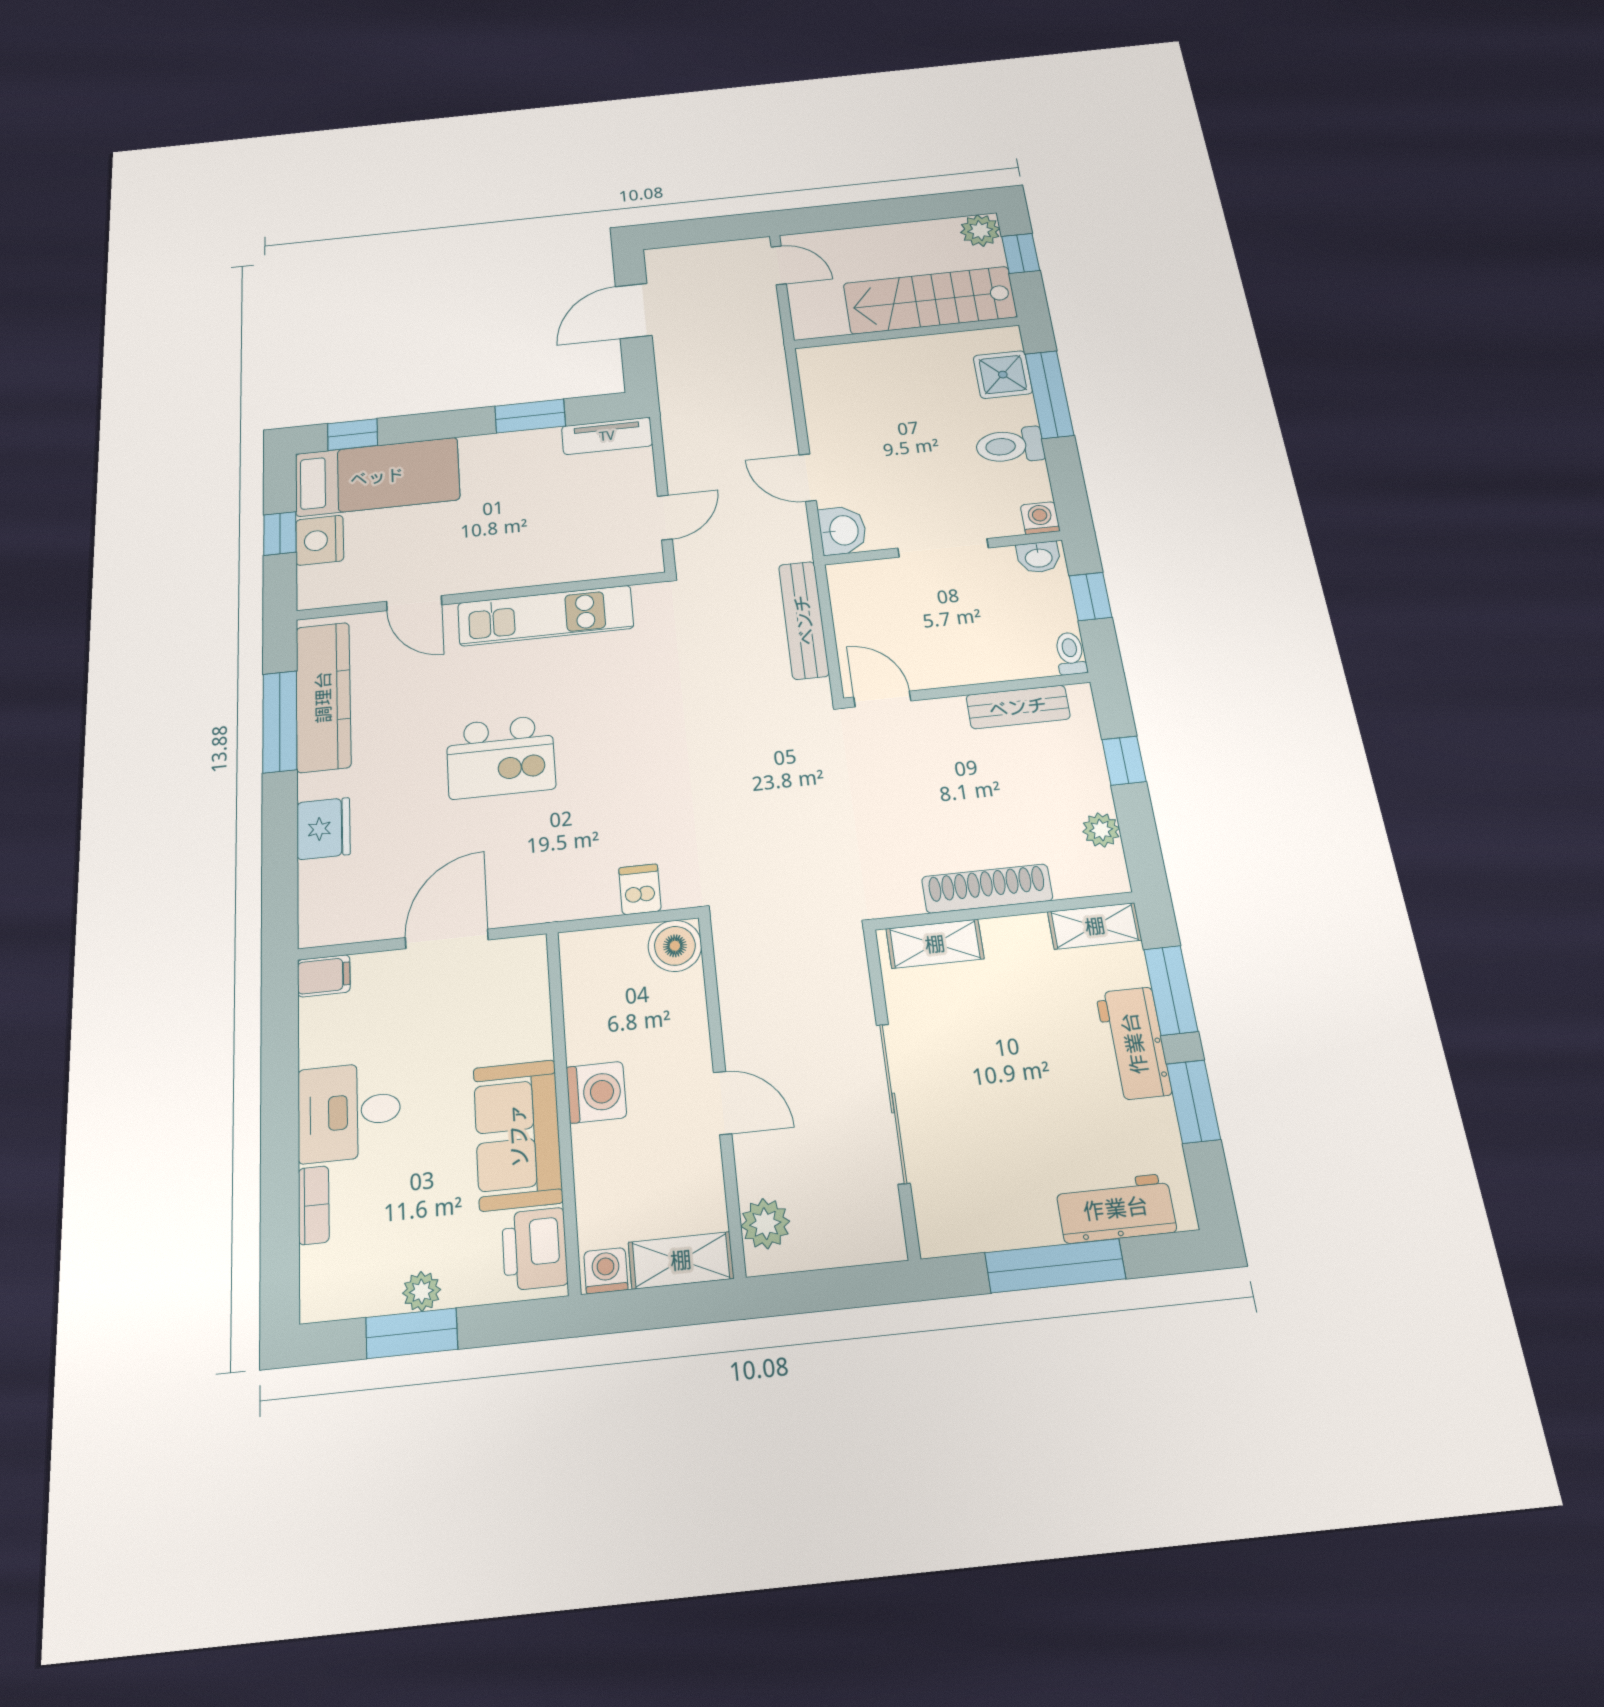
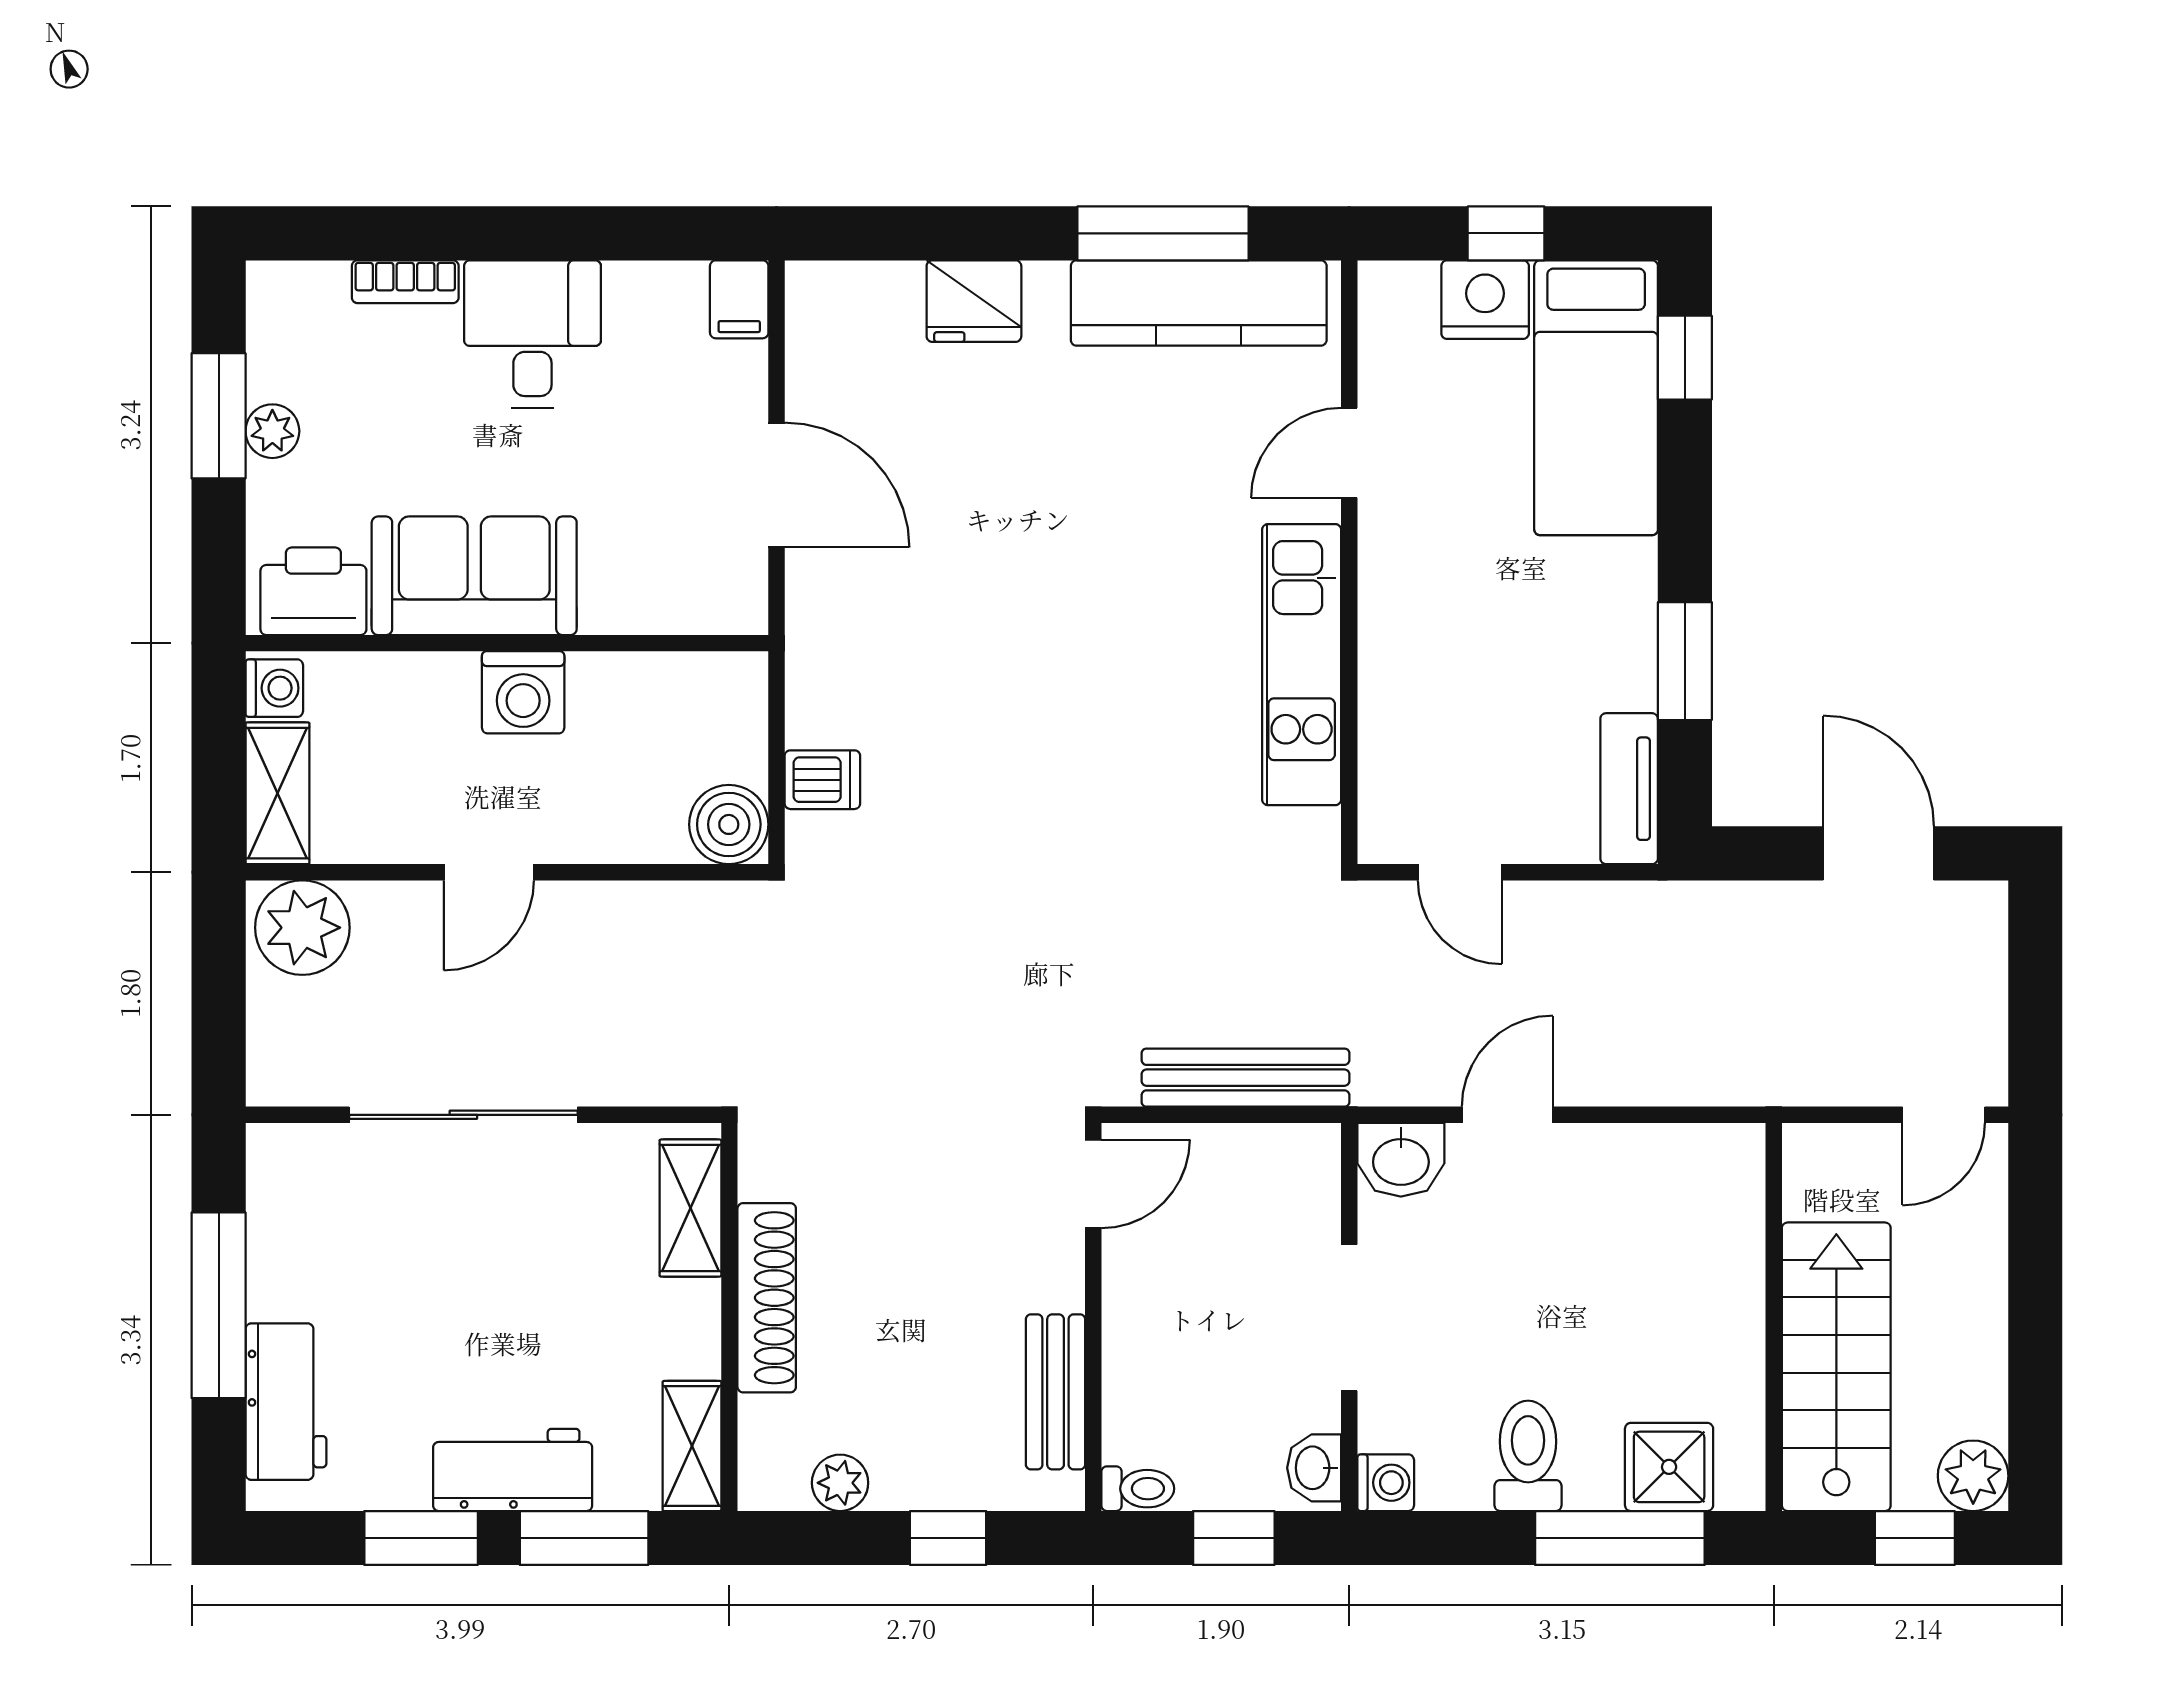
kitchen island: (501, 757) -> (1063, 580), removed
plant: (765, 1224) -> (302, 928), width x1.36, depth x1.36

